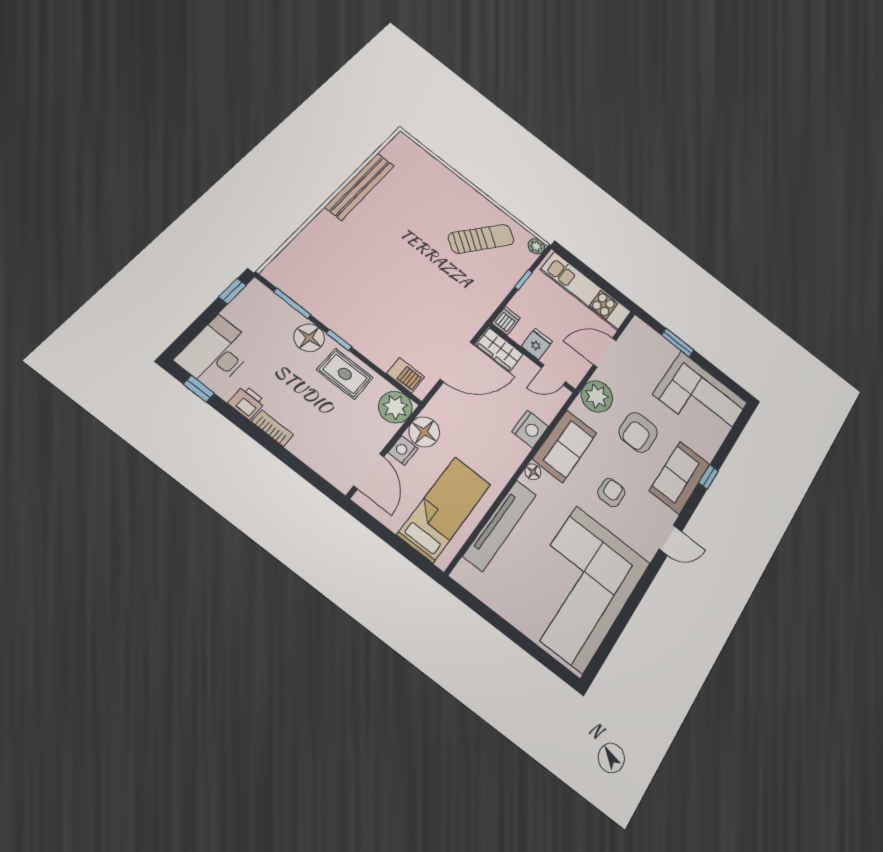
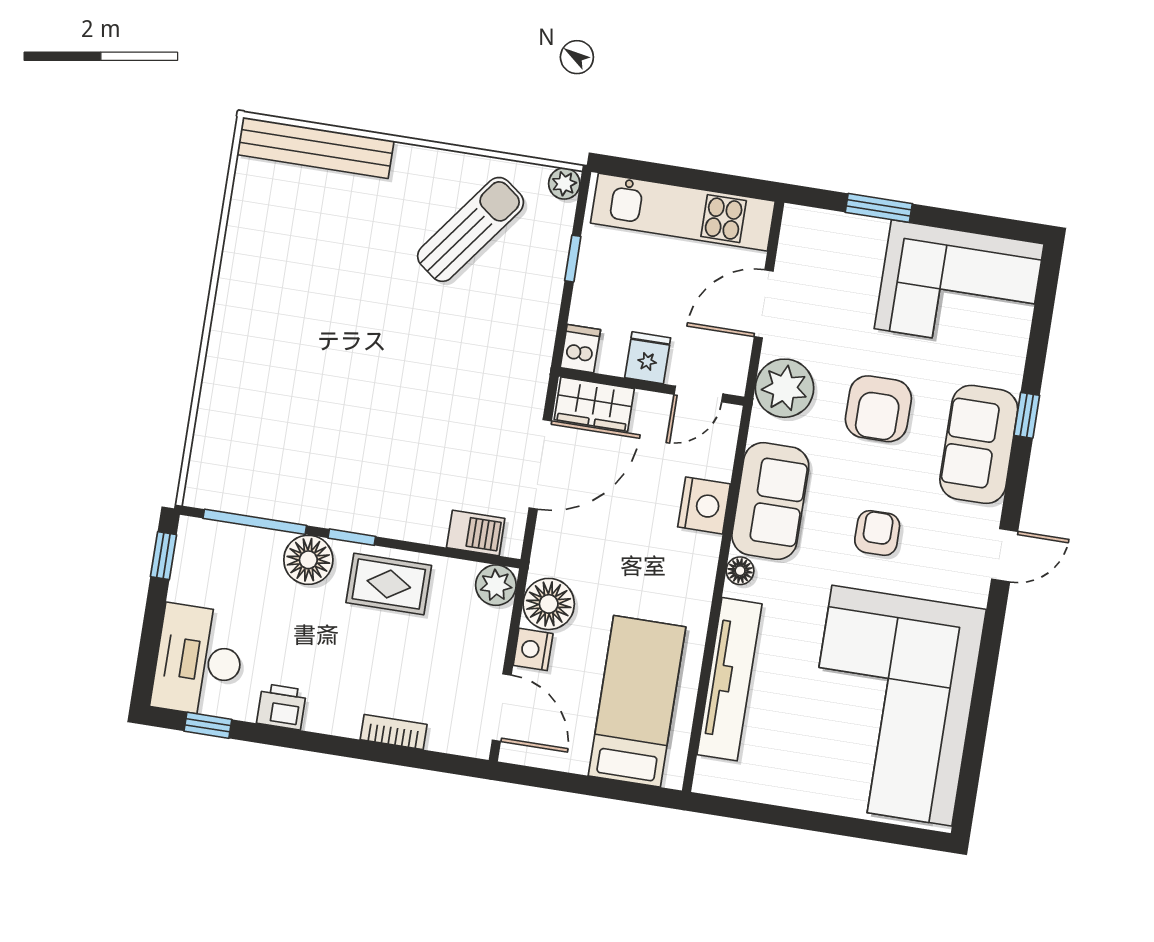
bench: (360, 186) -> (315, 148), moved, turned 90
window: (292, 303) -> (255, 522), width x1.44
plant: (395, 407) -> (496, 585), width x0.73, depth x0.73
bookcase: (272, 428) -> (394, 732), moved

